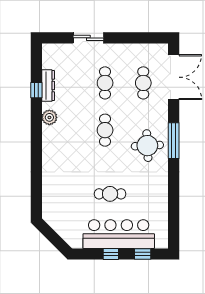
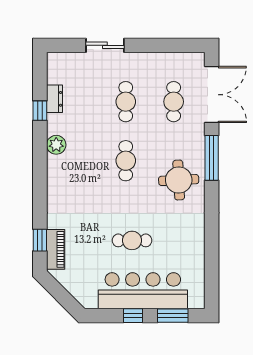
dresser: (48, 86) -> (54, 99), width x0.70
window: (174, 141) -> (212, 158), moved
window: (36, 194) -> (40, 240), added
piano: (49, 201) -> (56, 249), added
window: (143, 254) -> (173, 316), width x1.50

